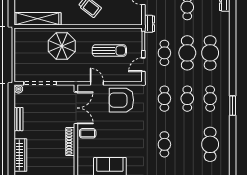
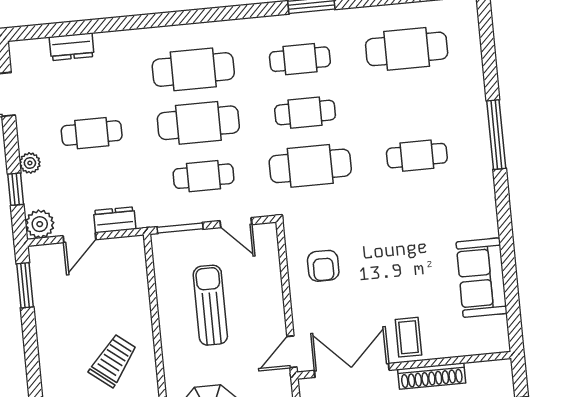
dresser: (150, 24) -> (115, 220), moved
door: (97, 83) -> (292, 352), moved
cafe table: (164, 99) -> (310, 166), width x1.37, depth x1.35
armchair: (121, 100) -> (323, 266), width x0.53, depth x0.53

